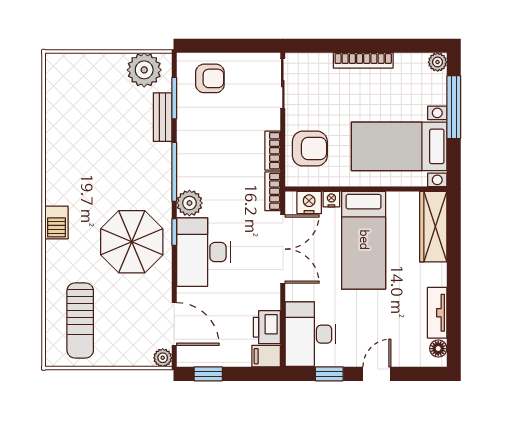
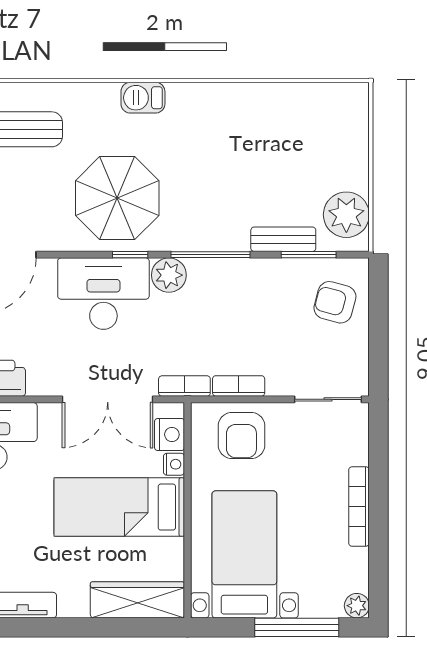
armchair: (210, 78) -> (335, 302), turned 105

